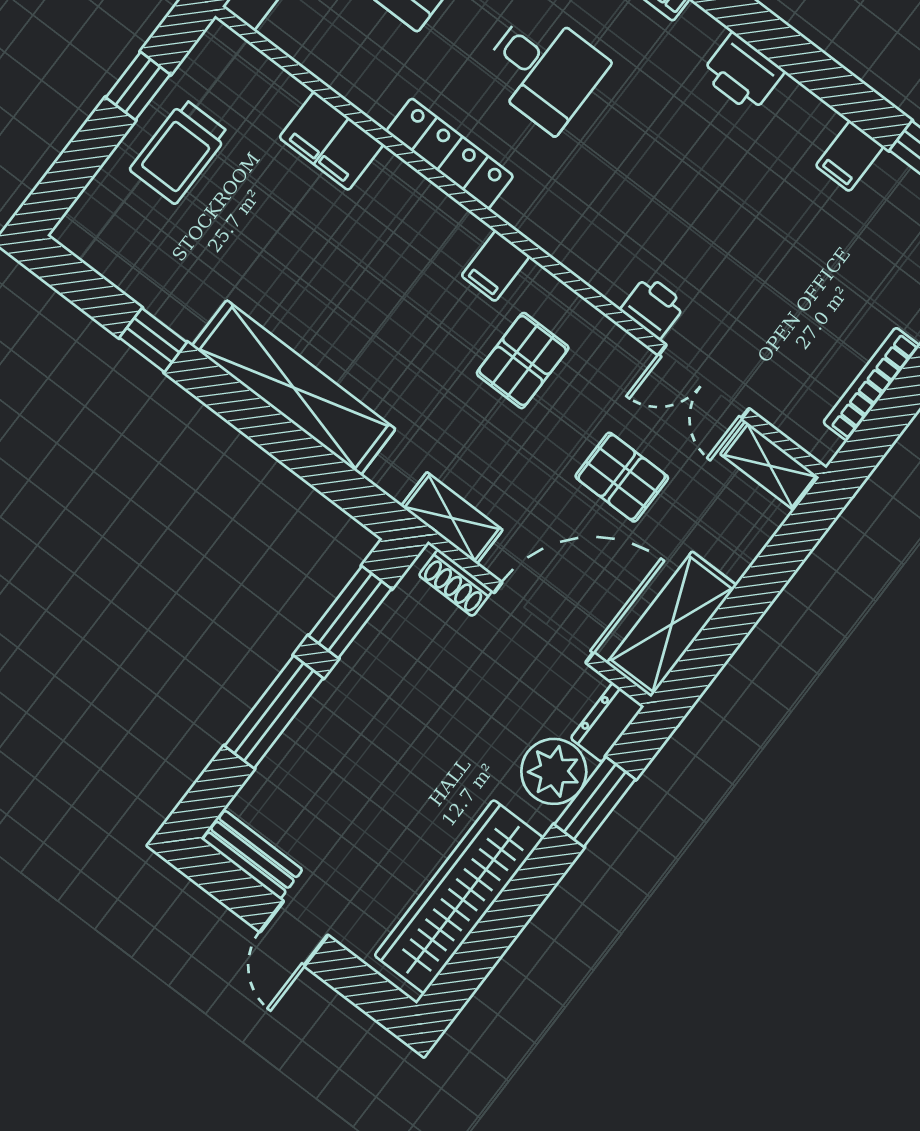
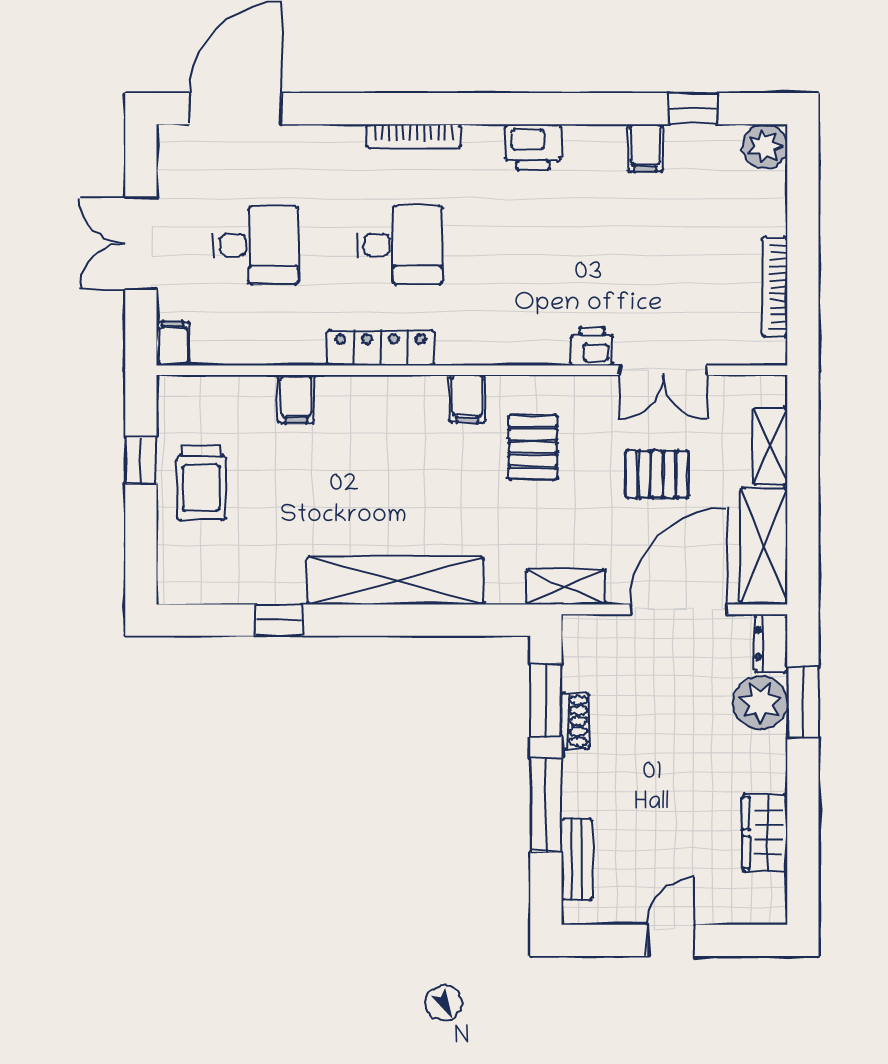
filing cabinet: (331, 141) -> (296, 399), width x0.50
shelving: (770, 466) -> (770, 446), moved, turned 90
shoe rack: (455, 583) -> (575, 721), moved, turned -90
bench: (252, 855) -> (577, 859), moved, turned 90
wardrobe: (459, 897) -> (765, 833), width x0.48, depth x0.85
door: (294, 933) -> (671, 940), swing flipped

